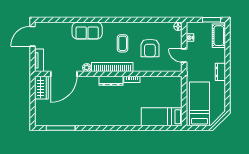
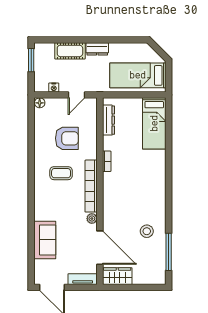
sofa: (87, 31) -> (45, 240), moved
cot: (219, 36) -> (70, 51), moved
dresser: (111, 81) -> (108, 120), moved
stool: (77, 111) -> (147, 231), added

